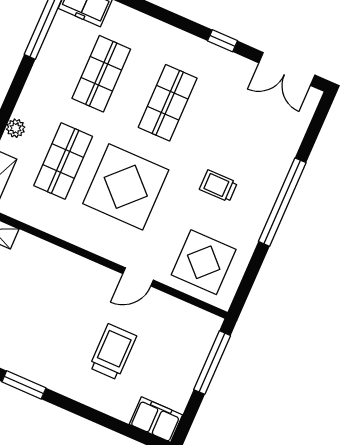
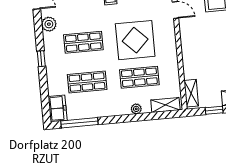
window: (222, 41) -> (41, 59), moved
plant: (227, 64) -> (49, 24), added

